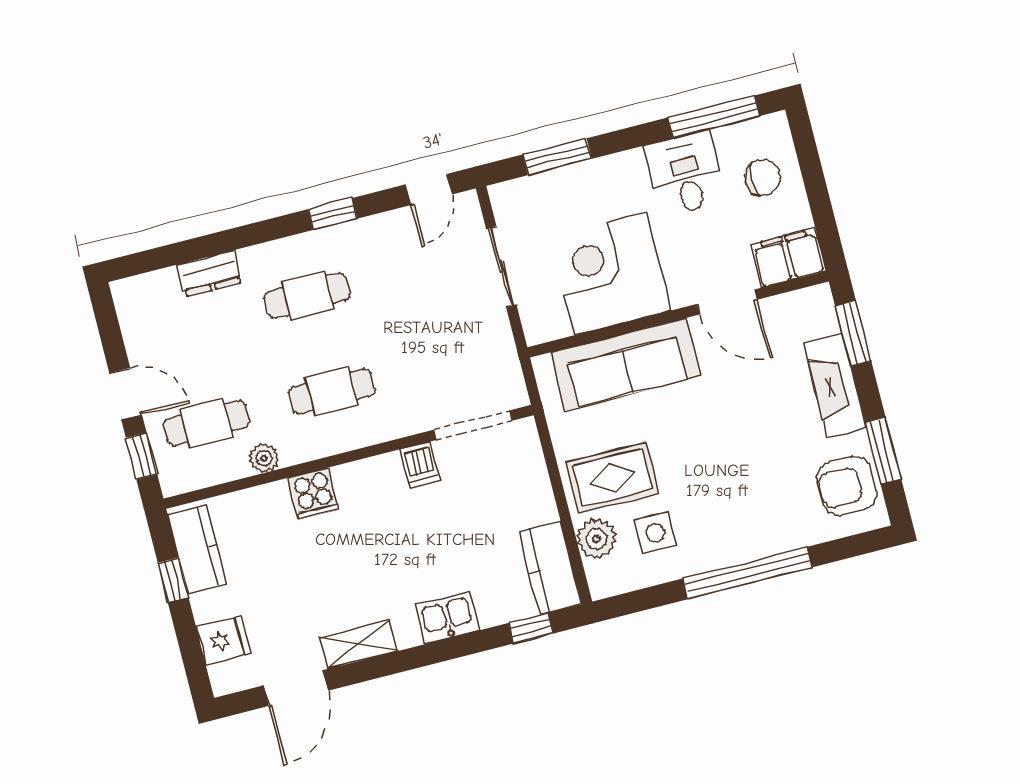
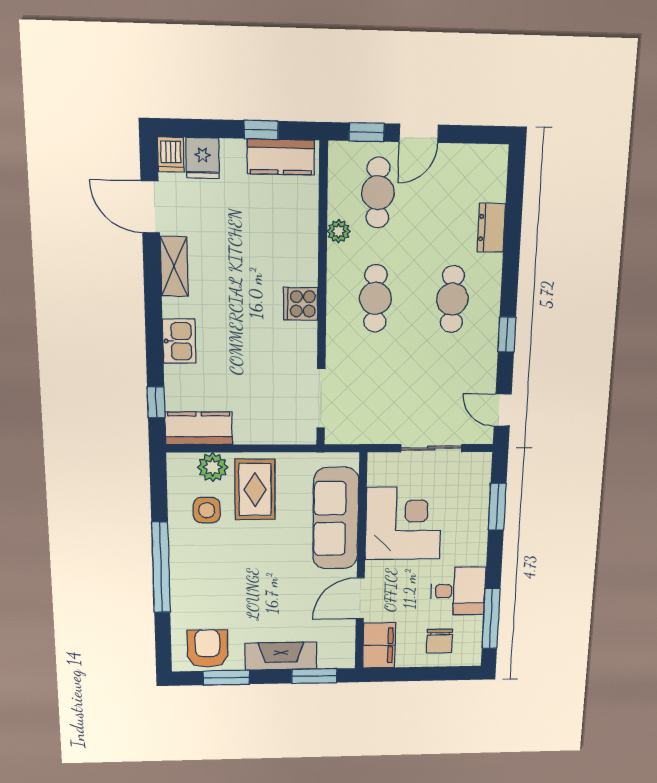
dishwasher: (420, 465) -> (171, 154), moved, turned -90
cooker: (313, 494) -> (301, 304), moved

